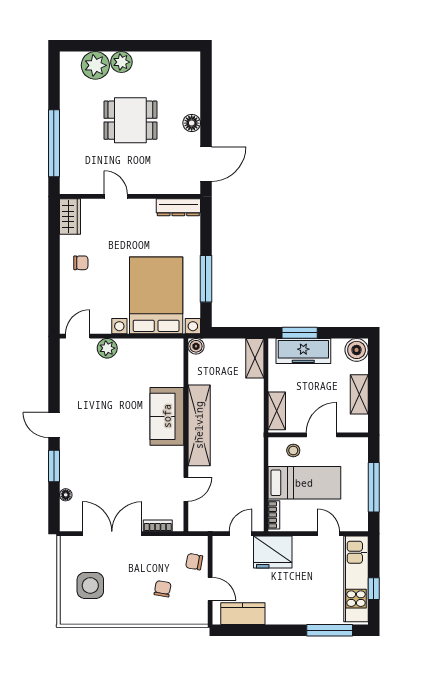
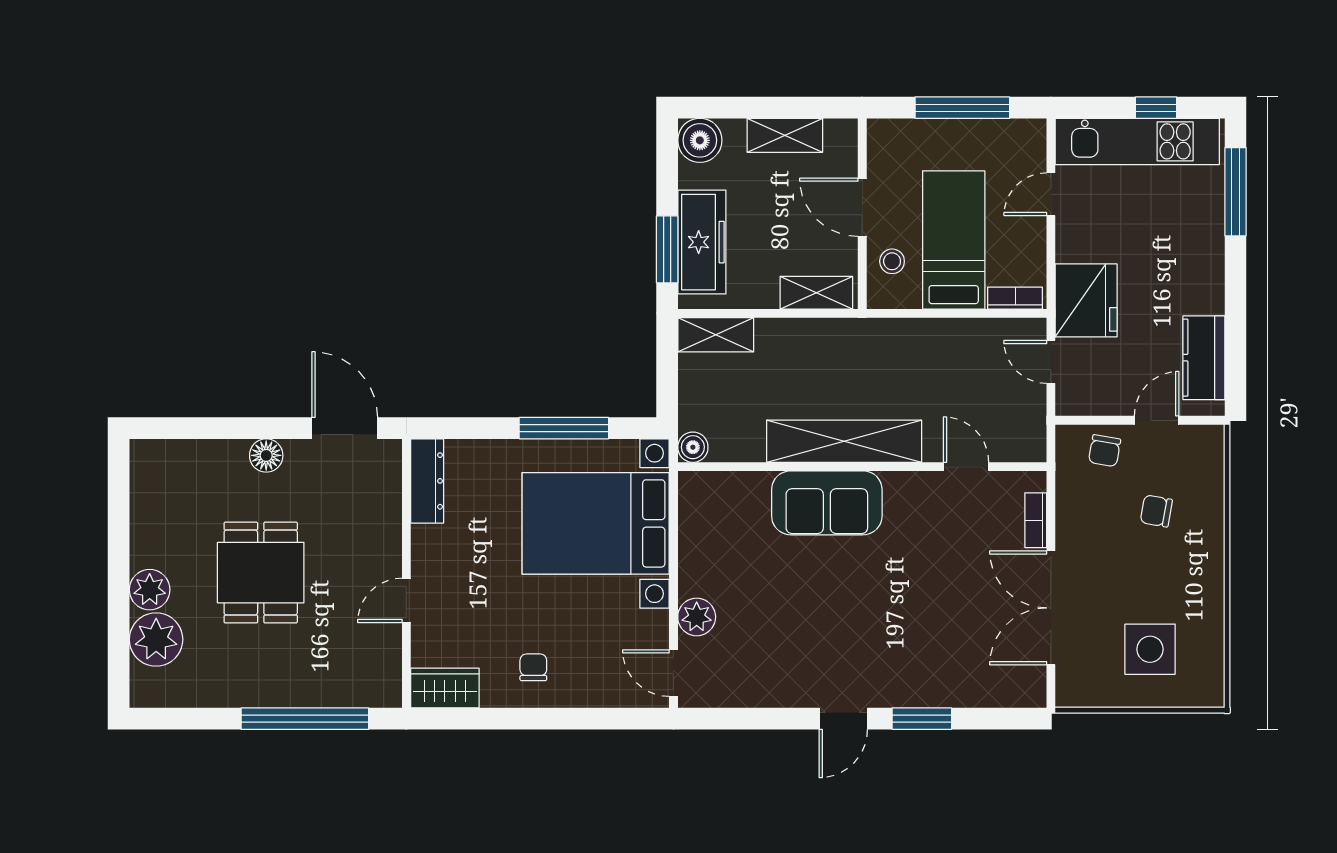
floor lamp: (66, 495) -> (977, 696), removed

